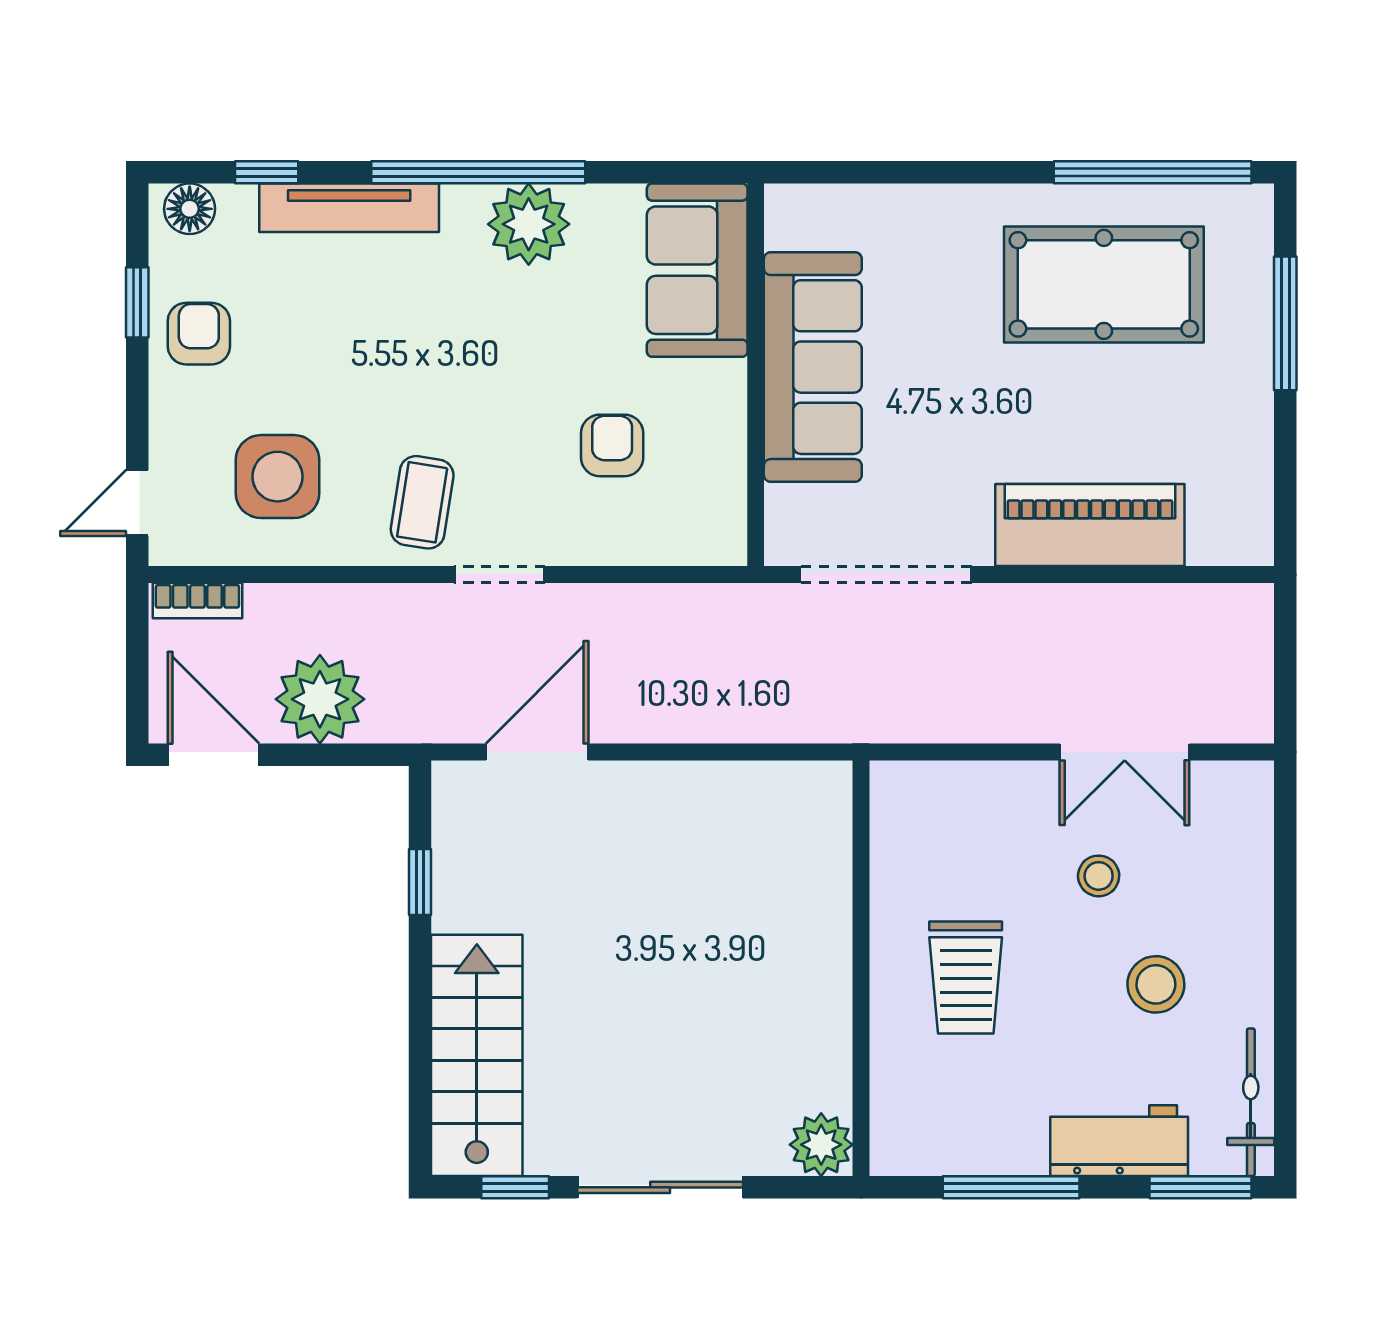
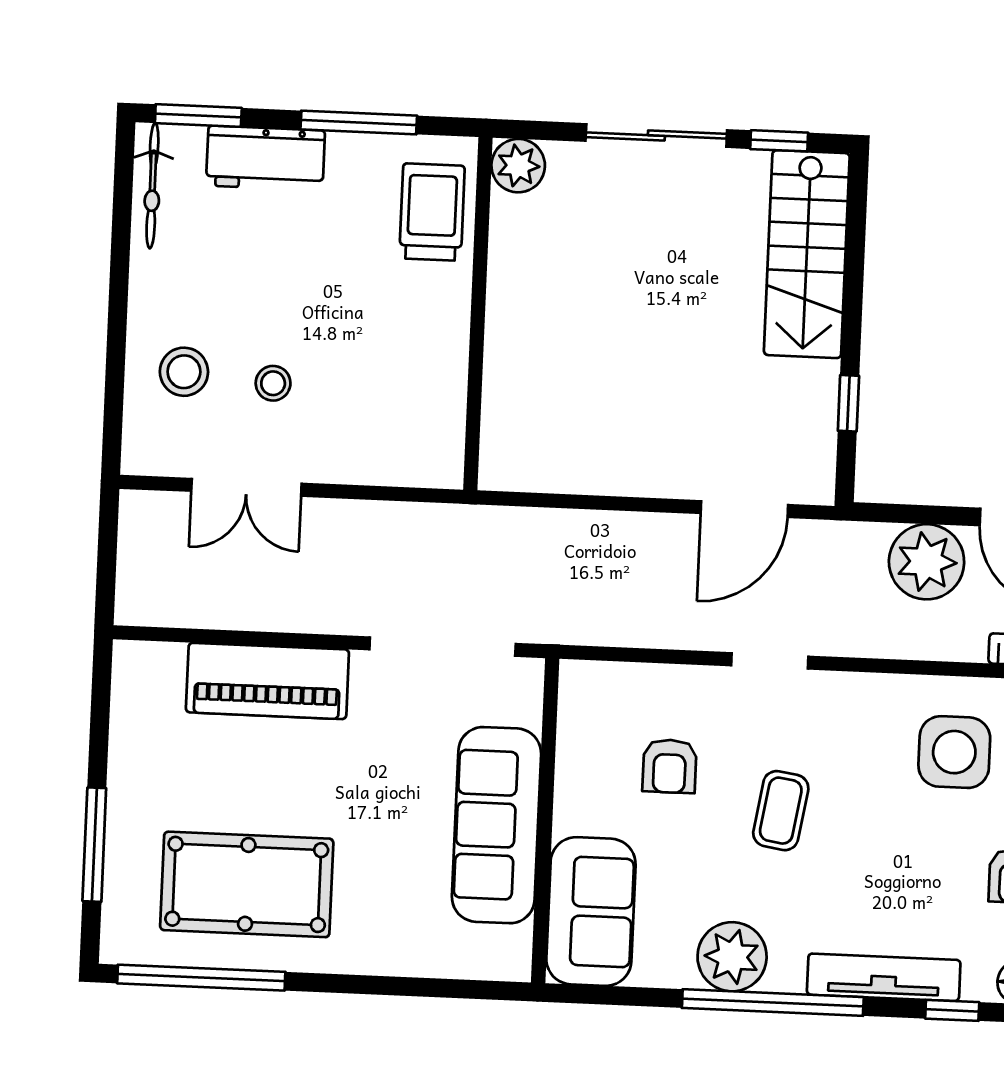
coffee table: (422, 502) -> (781, 811), moved
double door: (1125, 752) -> (246, 487), swing flipped
trolley: (966, 977) -> (432, 212), moved
stool: (1156, 984) -> (184, 372), moved

